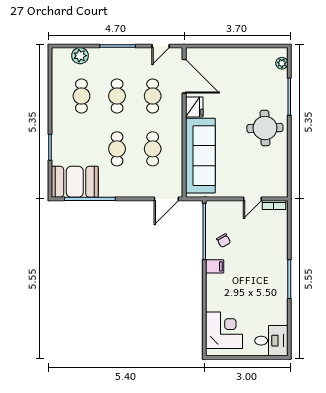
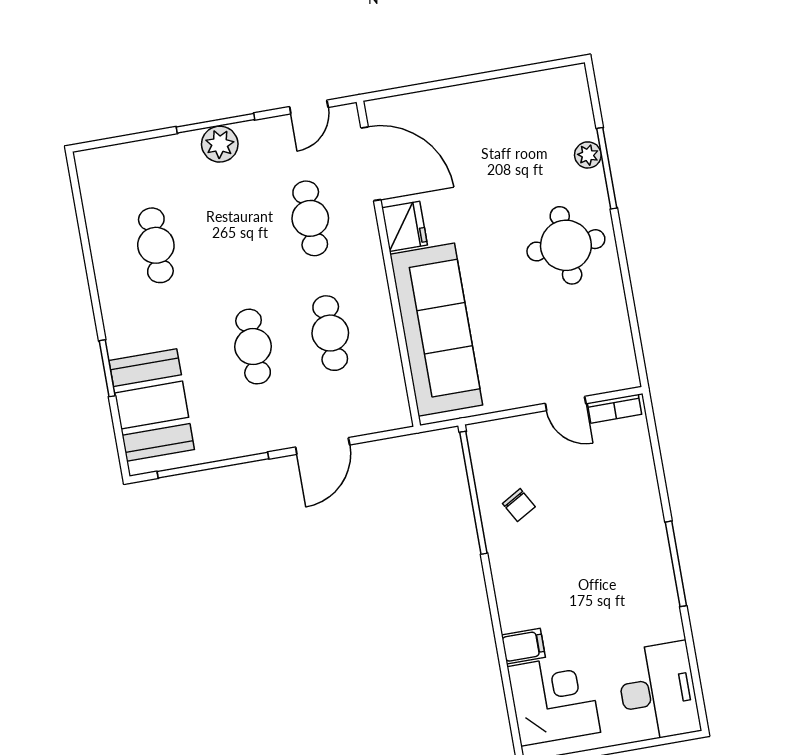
plant: (80, 56) -> (220, 144), moved
plant: (282, 63) -> (588, 155), moved
cafe table: (117, 96) -> (233, 232), removed
booth: (75, 182) -> (152, 405), moved, turned 90
door: (166, 199) -> (323, 446), moved
door: (252, 199) -> (566, 404), hinge flipped
filing cabinet: (215, 266) -> (523, 646), moved
desk: (271, 341) -> (658, 692), width x1.37

